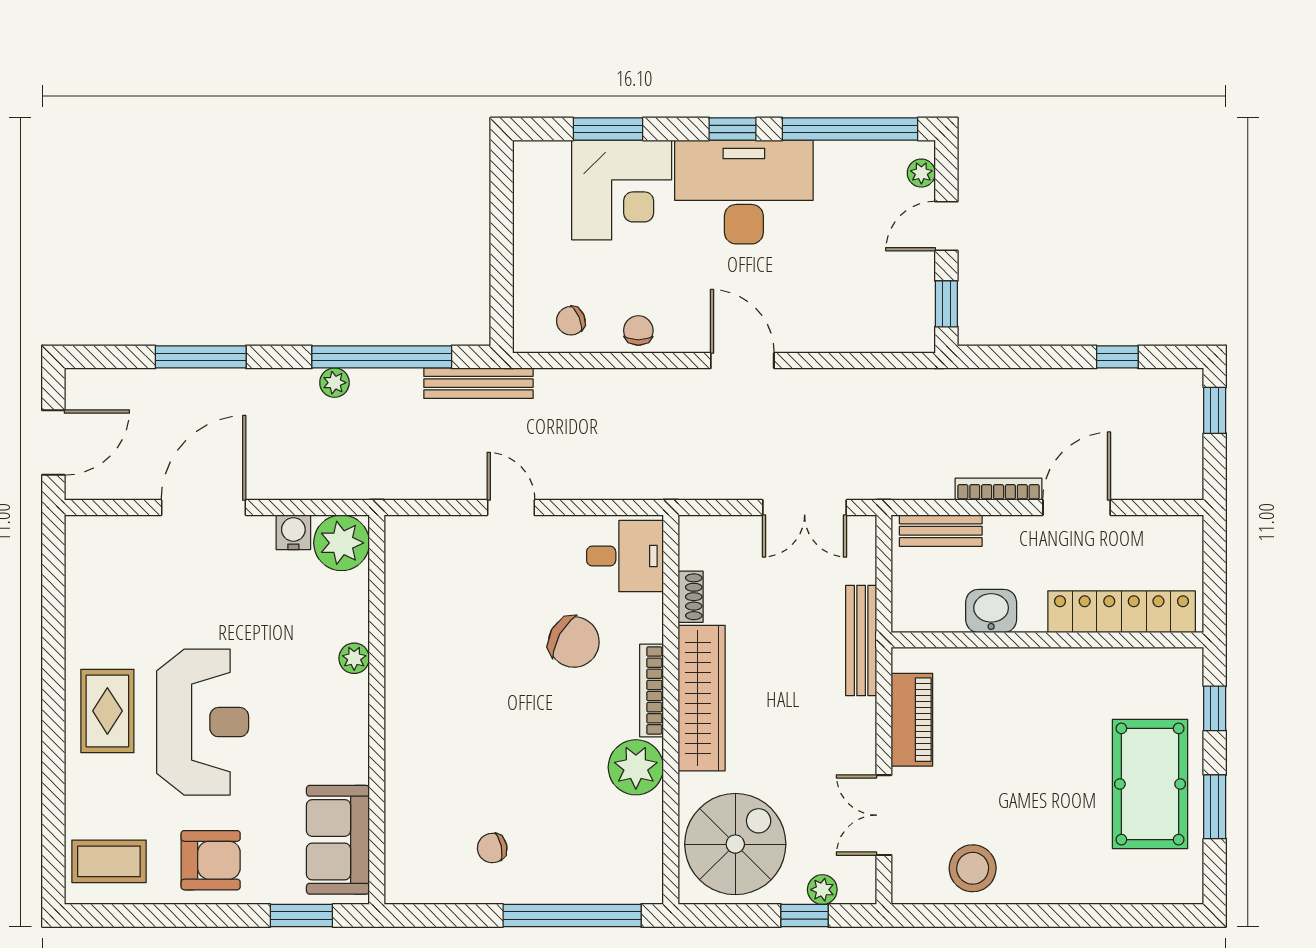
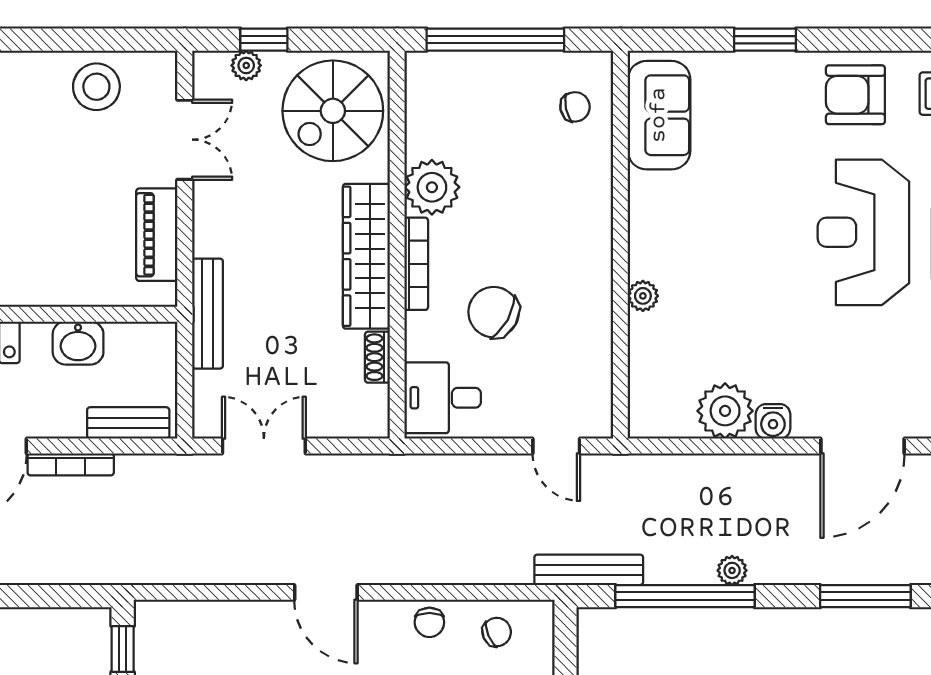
plant: (354, 658) -> (643, 296), moved
wall: (377, 710) -> (620, 245), moved
sofa: (338, 840) -> (659, 115), moved

